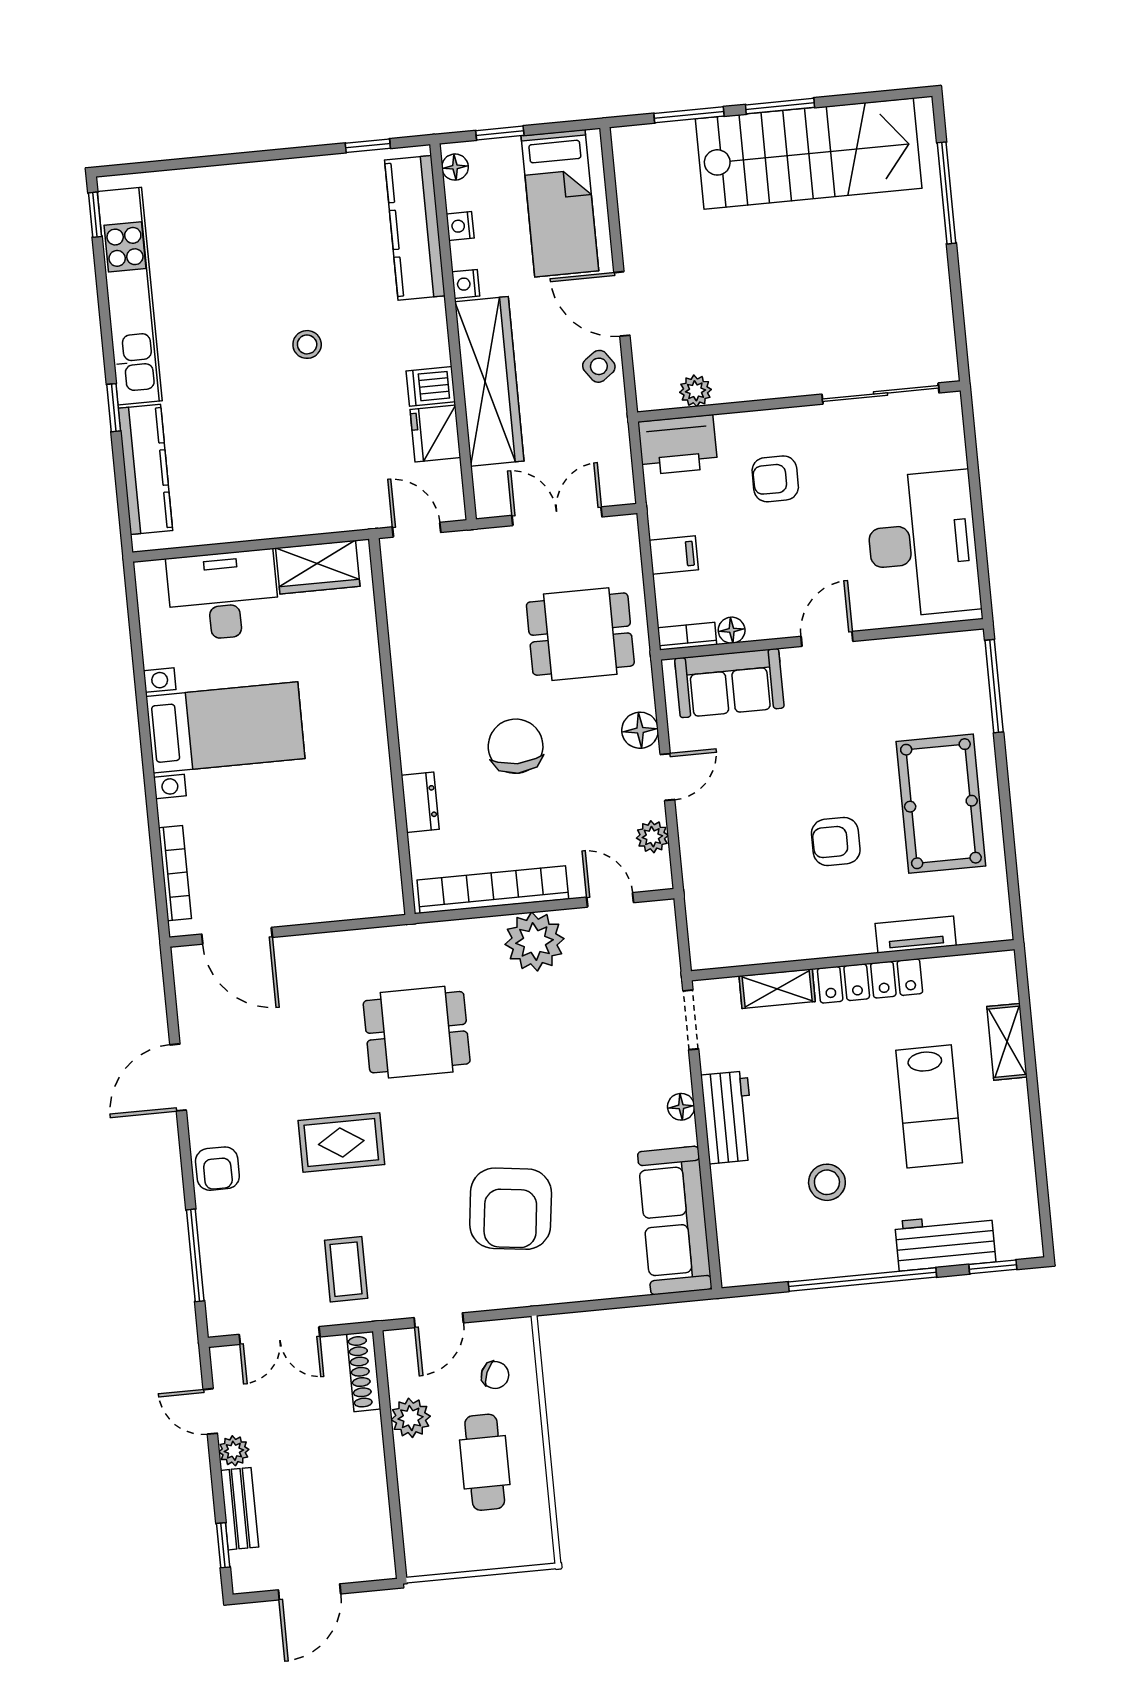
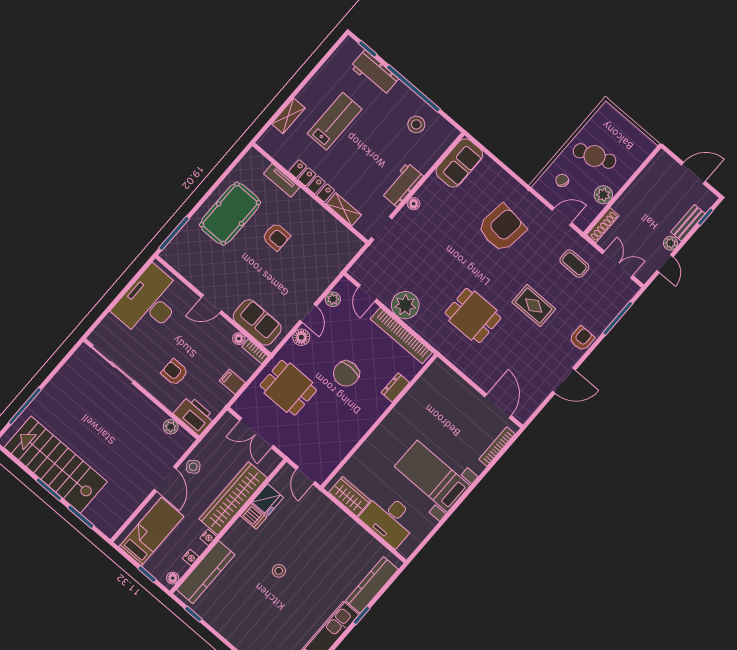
armchair: (775, 479) -> (175, 372), turned 180
door: (667, 777) -> (308, 313), swing flipped
stool: (827, 1182) -> (416, 124), moved
sofa: (675, 1221) -> (459, 163), width x0.73
coffee table: (346, 1269) -> (574, 264), turned 90
cafe table: (485, 1462) -> (595, 156), turned 69

